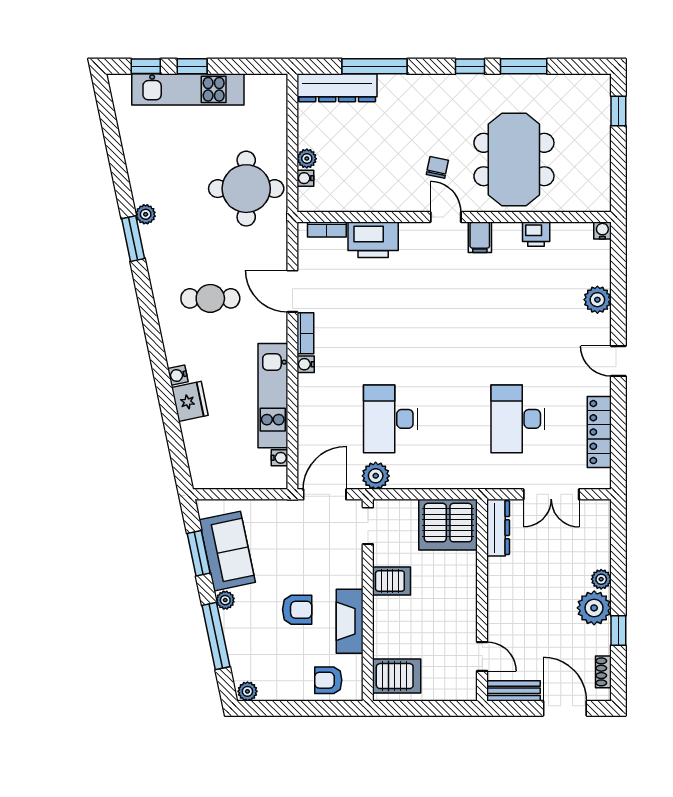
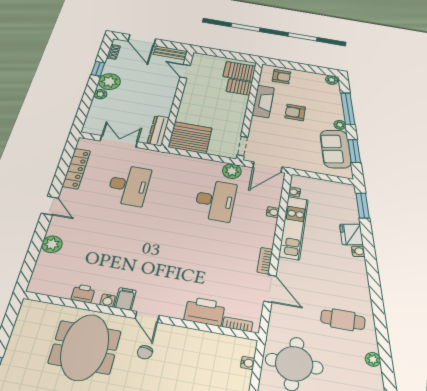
plant: (307, 159) -> (244, 377), removed
water cooler: (602, 230) -> (108, 300), moved
window: (133, 239) -> (362, 206), moved
cafe table: (210, 298) -> (343, 320), moved
water cooler: (306, 364) -> (273, 212), moved
server rack: (391, 581) -> (239, 87), moved

